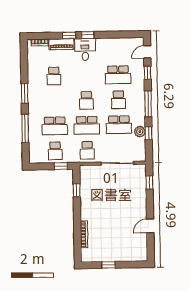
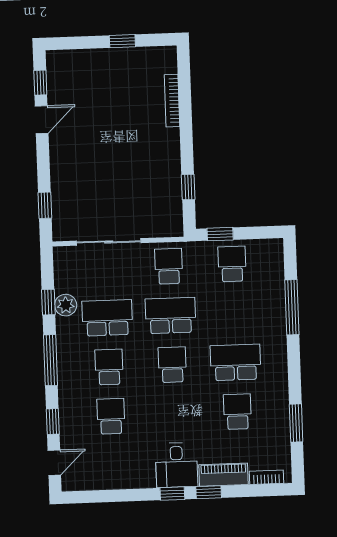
school desk: (118, 75) -> (111, 416), width x0.54
window: (25, 93) -> (296, 423), moved
school desk: (55, 126) -> (236, 362), moved
window: (151, 245) -> (40, 83), added

